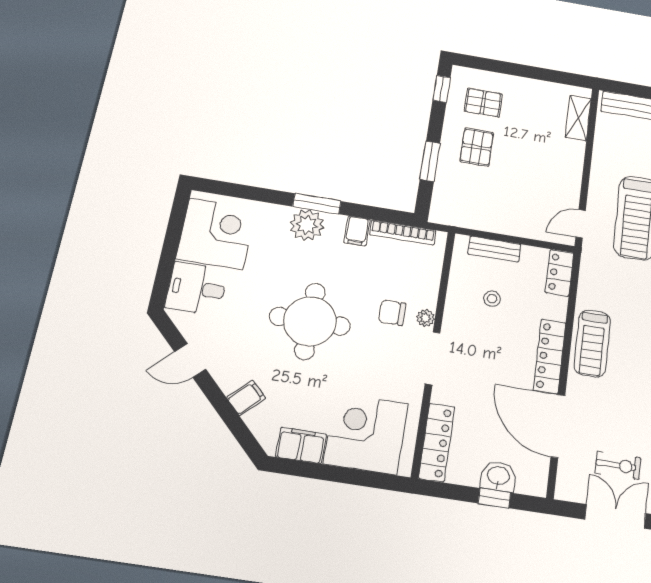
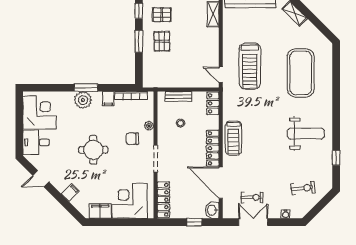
window: (430, 161) -> (139, 41), moved
door: (581, 224) -> (221, 75), hinge flipped
plant: (425, 318) -> (149, 126), moved
round table: (310, 321) -> (93, 150), width x0.73, depth x0.73
washbasin: (498, 476) -> (212, 210), moved, turned -90

